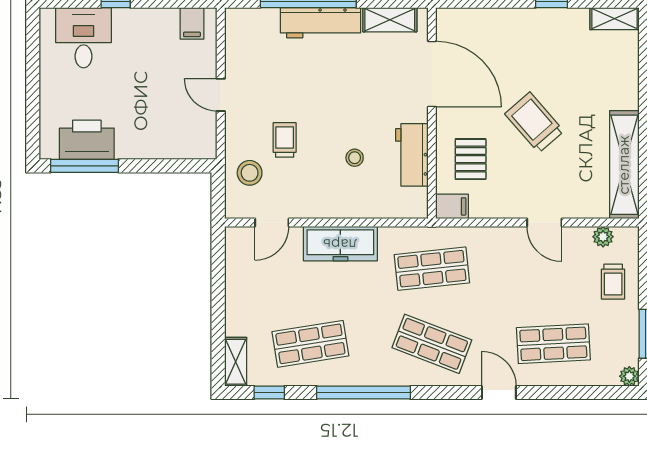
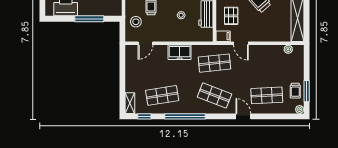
window: (85, 166) -> (89, 19), moved
door: (544, 223) -> (241, 43), moved
freezer: (340, 244) -> (180, 52), width x0.71
trolley: (613, 282) -> (295, 91), moved

